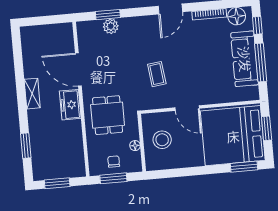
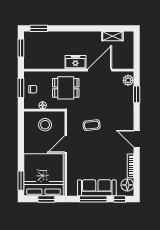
plant: (111, 26) -> (128, 80), moved
shelving: (32, 94) -> (112, 36), moved
window: (26, 146) -> (39, 28), moved

